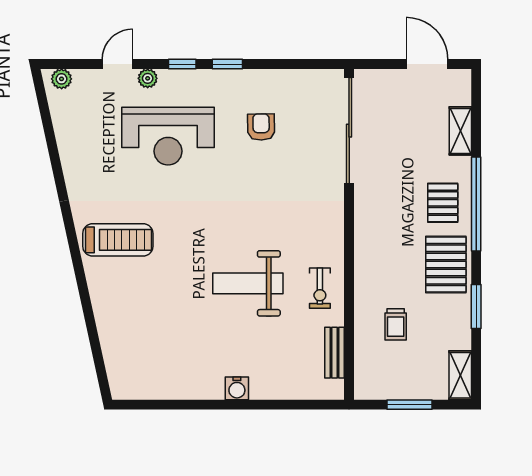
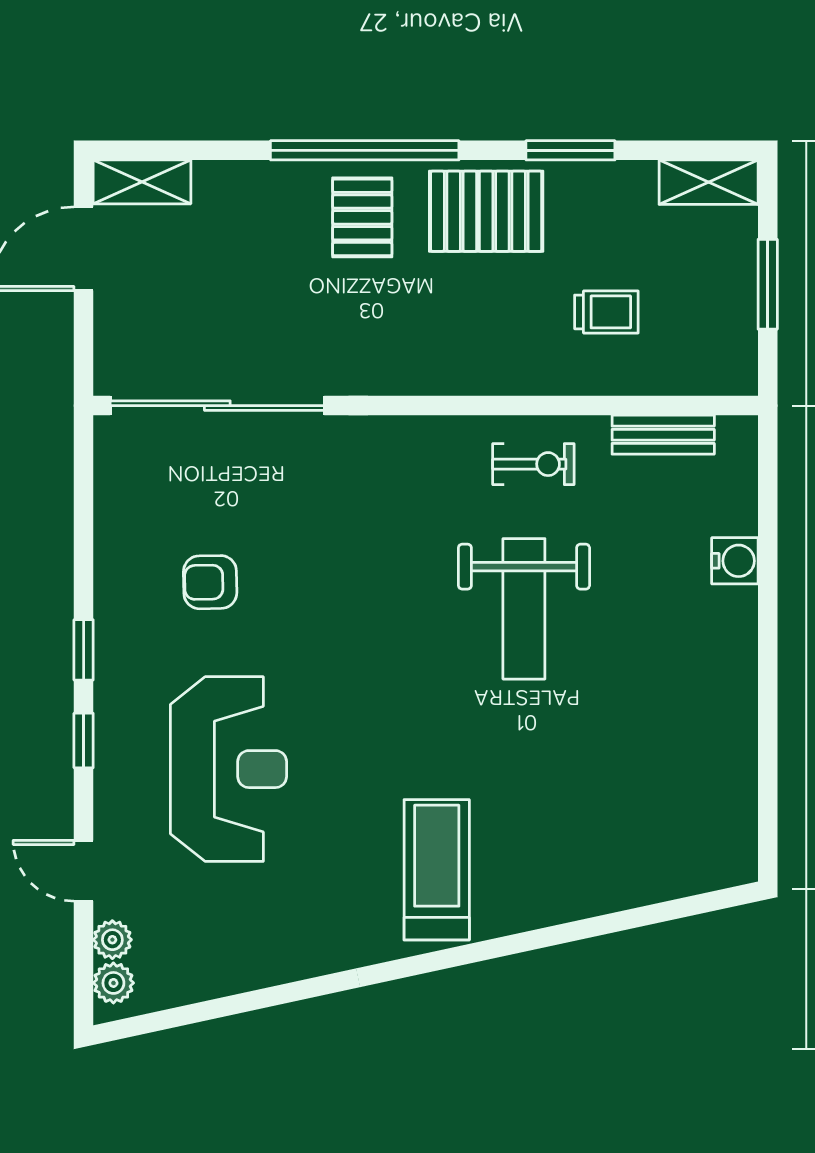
plant: (148, 78) -> (112, 940), moved
shelving: (460, 131) -> (142, 182), moved
pallet: (443, 203) -> (362, 217), turned 90
water cooler: (237, 388) -> (735, 561), moved

